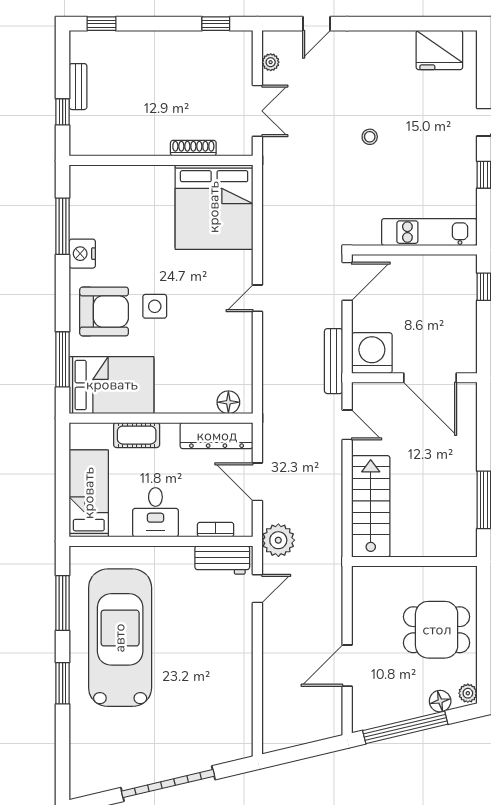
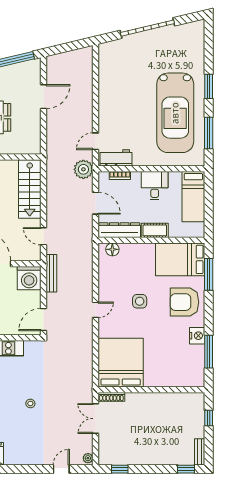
plant: (271, 62) -> (88, 458), moved
bench: (78, 87) -> (200, 452), moved
shoe rack: (193, 148) -> (111, 397), moved
side table: (155, 306) -> (140, 301), moved
cot: (137, 435) -> (155, 230), moved

